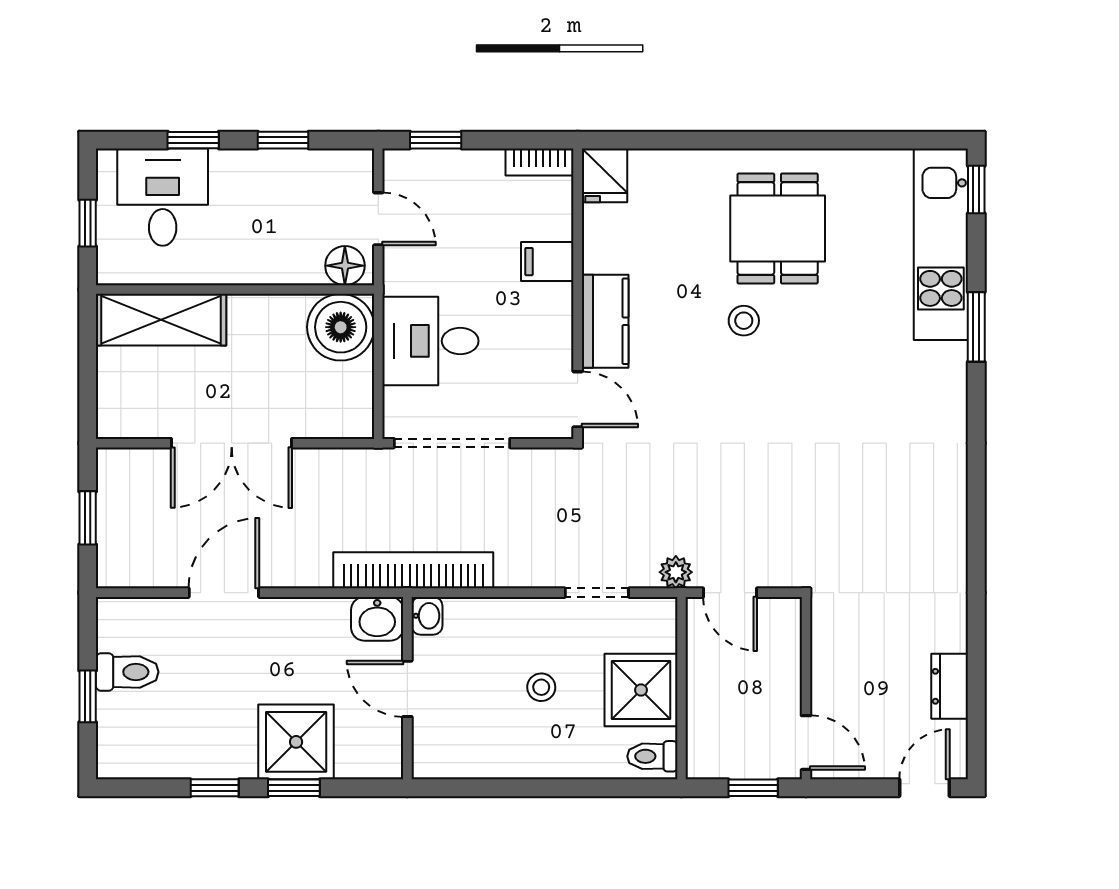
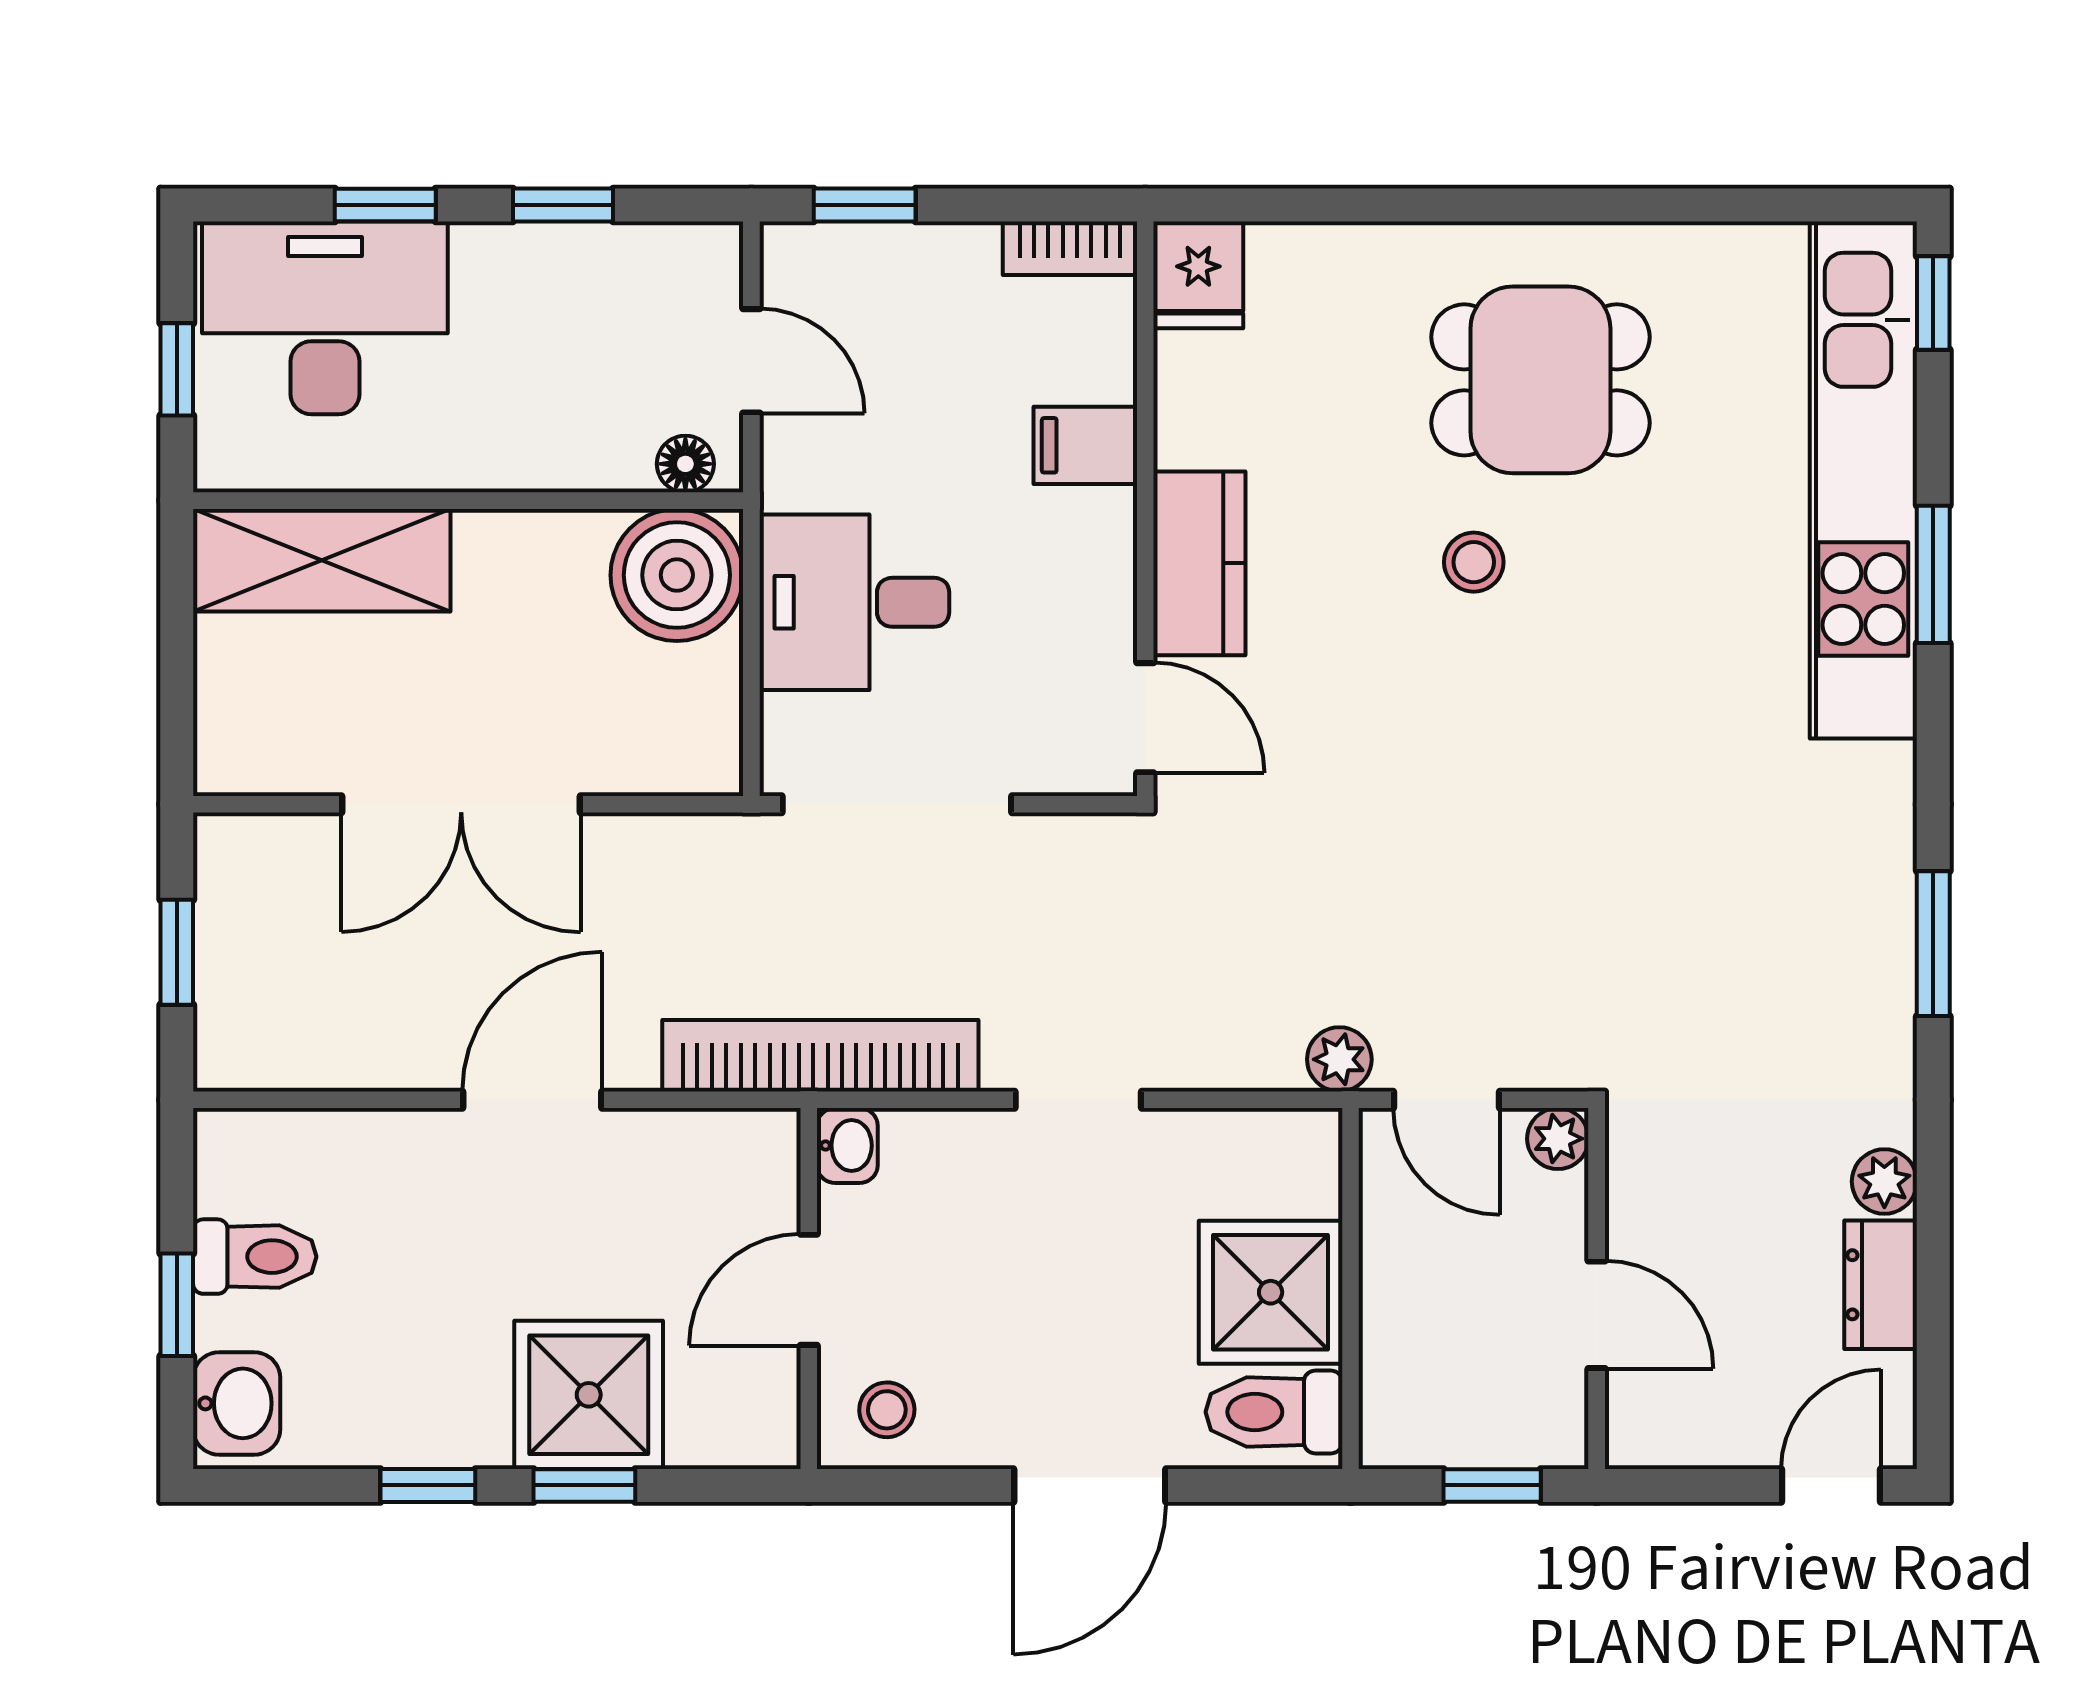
desk: (163, 197) -> (325, 318), width x1.37
dining table: (778, 228) -> (1540, 380), turned 90
kitchen unit: (941, 244) -> (1863, 480), width x1.36
floor lamp: (345, 266) -> (685, 464), width x0.73, depth x0.73
window: (976, 514) -> (1933, 944), added
door: (224, 593) -> (532, 1100), moved
doorway: (597, 593) -> (1078, 1100), moved
plant: (786, 612) -> (1558, 1139), added
washbasin: (377, 619) -> (237, 1403), moved, turned -90
plant: (952, 634) -> (1884, 1181), added
stool: (541, 687) -> (887, 1410), moved
door: (407, 689) -> (809, 1290), hinge flipped
door: (806, 743) -> (1597, 1315), moved
toilet: (652, 756) -> (1274, 1412), width x1.37, depth x1.39
door: (550, 788) -> (1090, 1485), added

